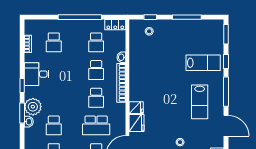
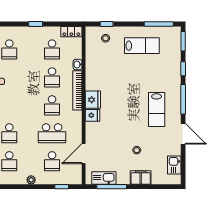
window: (80, 17) -> (36, 24), width x0.32
window: (187, 17) -> (159, 24), moved
lab bench: (203, 63) -> (142, 46), moved
fridge: (137, 123) -> (93, 100), moved

